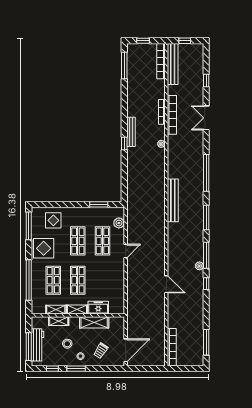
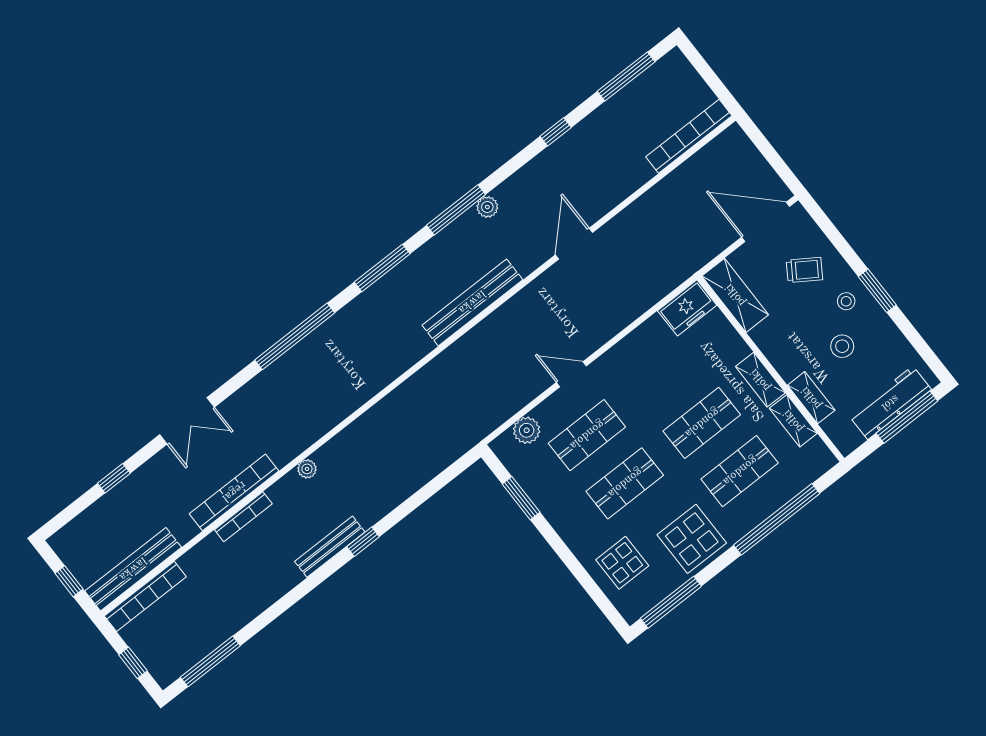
bench: (173, 200) -> (472, 302), moved
window: (206, 284) -> (556, 132), moved
freezer: (98, 308) -> (687, 308), moved, turned -90
shelving: (94, 322) -> (735, 295), moved
window: (52, 369) -> (914, 337), removed

